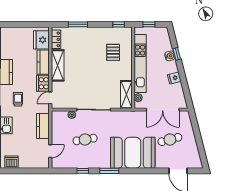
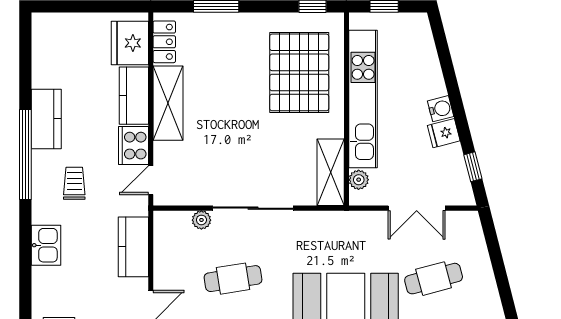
pallet: (113, 52) -> (299, 72), width x2.05, depth x2.00
window: (177, 54) -> (473, 167), moved
water cooler: (170, 56) -> (441, 109), moved
double door: (163, 110) -> (417, 208), width x0.73

